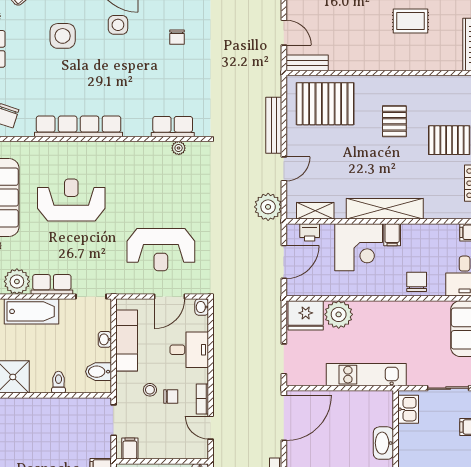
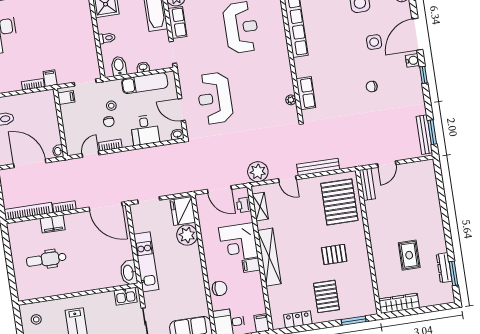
washbasin: (383, 443) -> (129, 273), moved, turned -90

